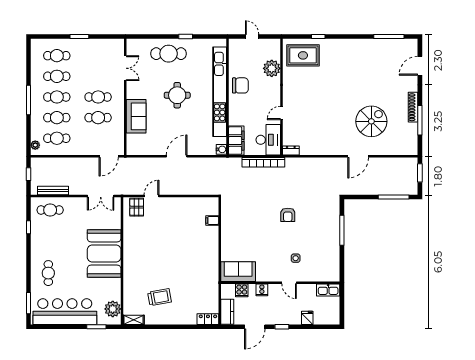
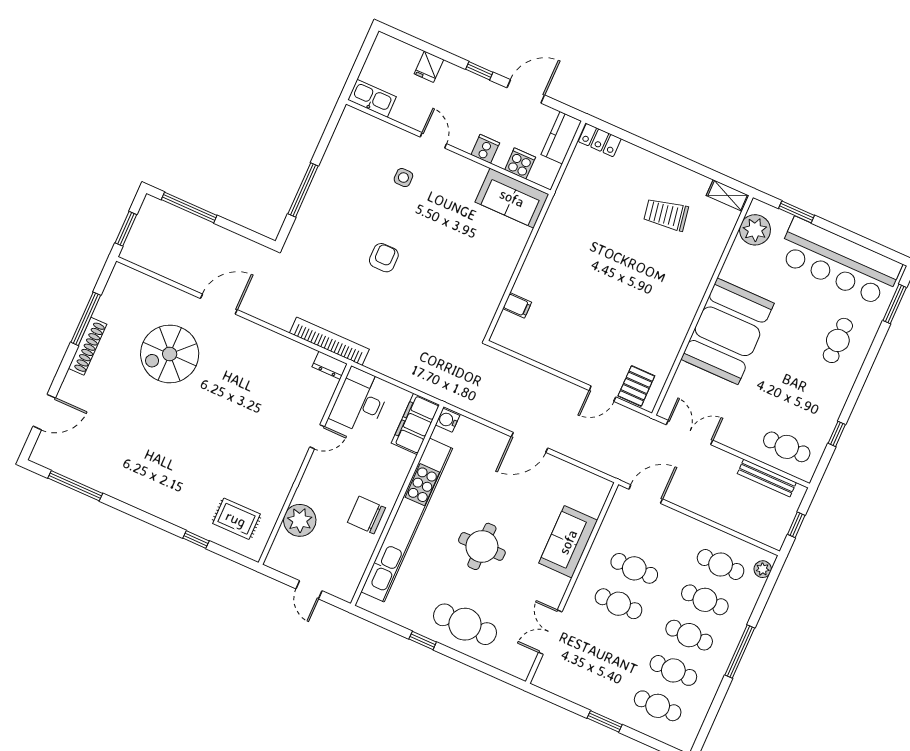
rug: (303, 55) -> (236, 519), width x0.73, depth x0.70
bookcase: (263, 162) -> (329, 341), moved

